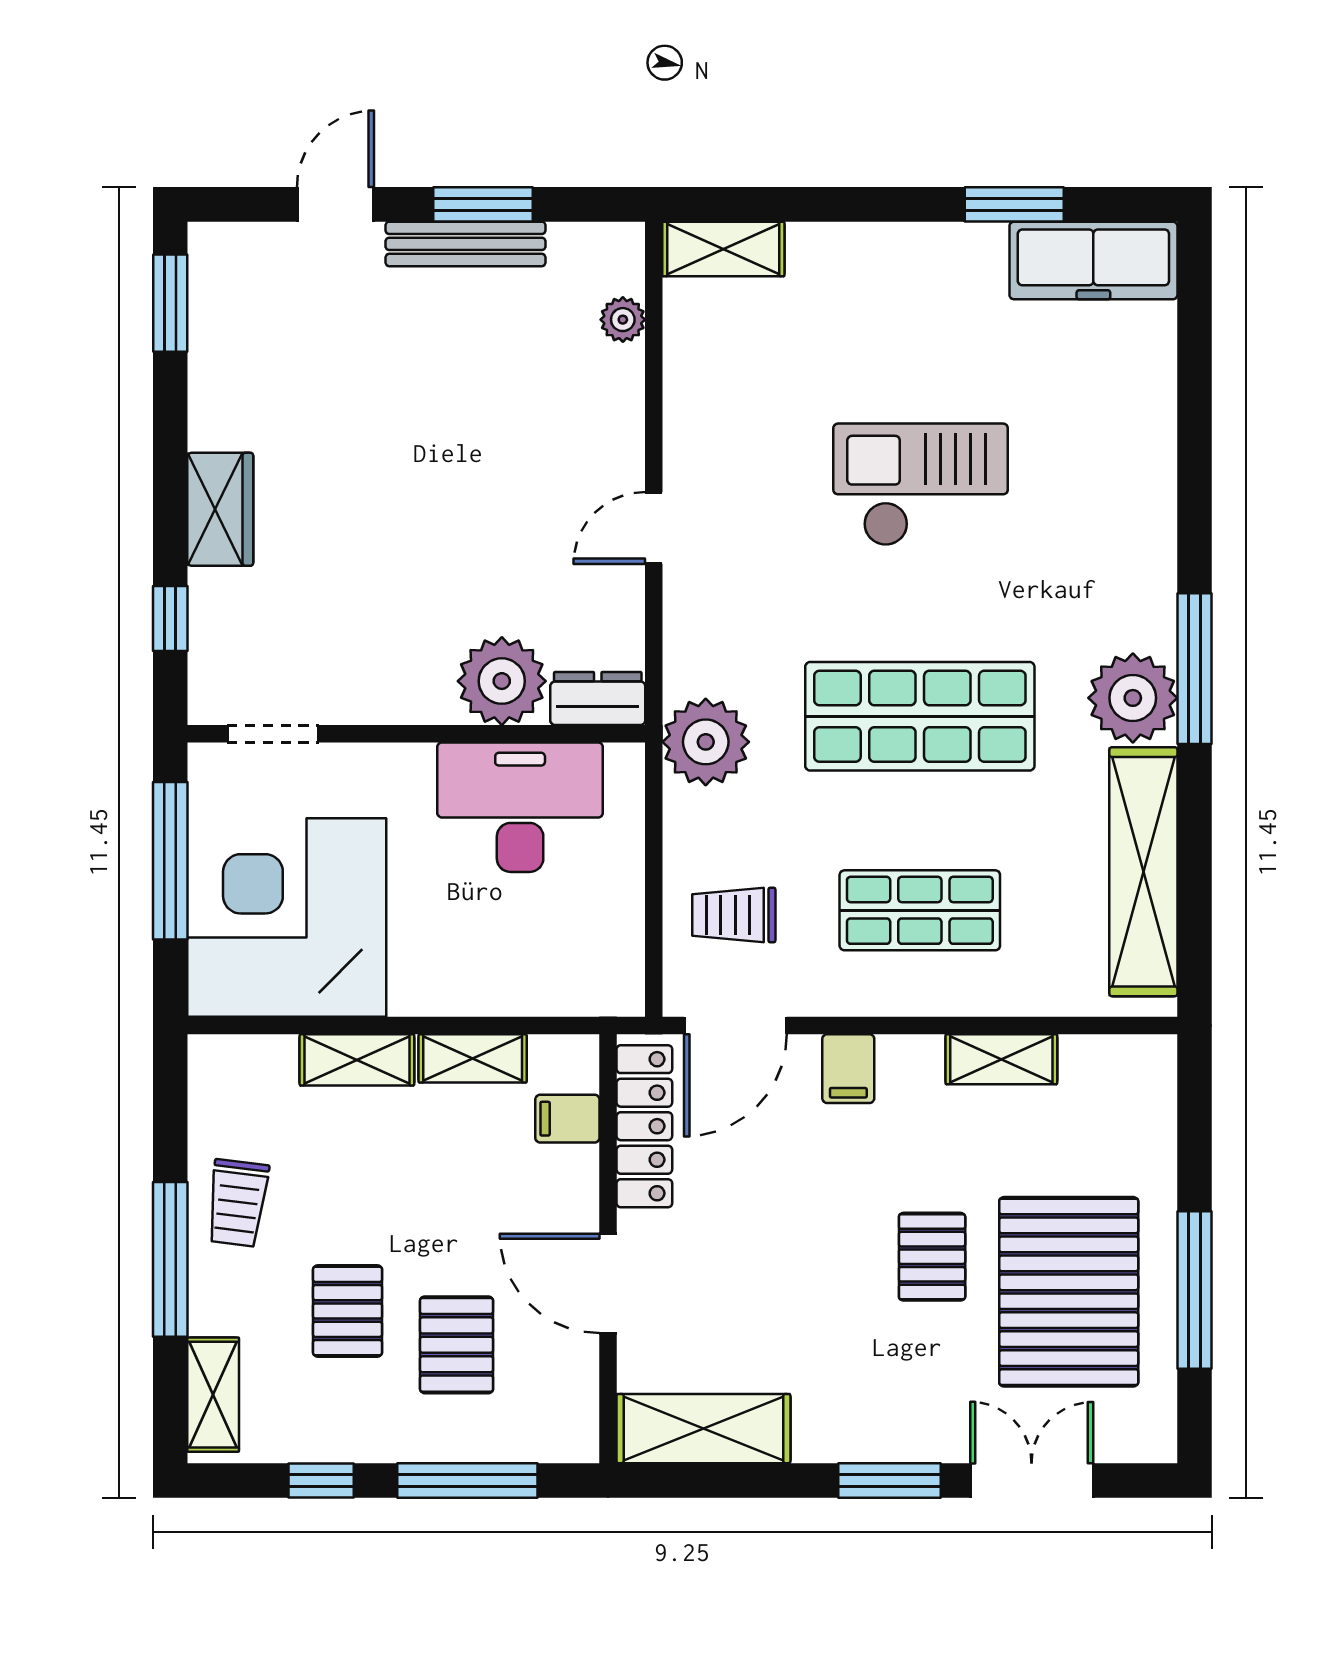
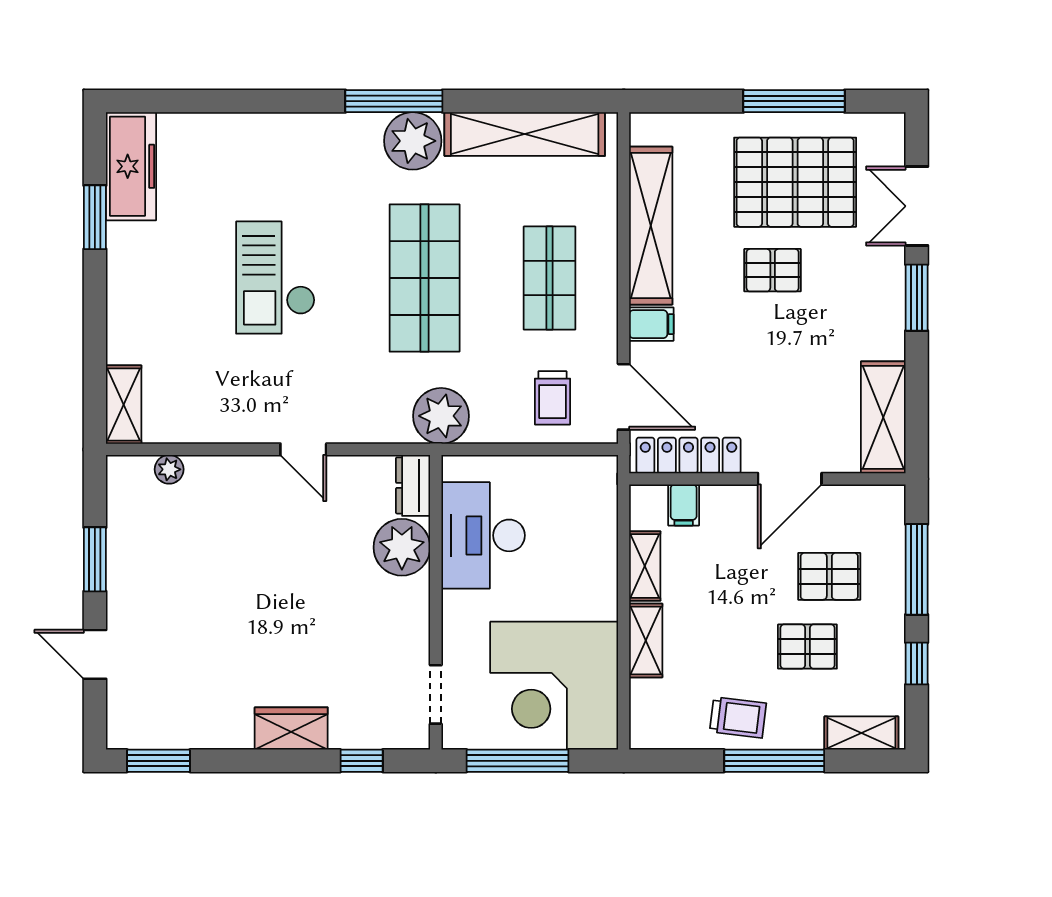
bench: (465, 244) -> (120, 571), removed
shelving: (1001, 1059) -> (651, 226), width x2.20, depth x1.33

